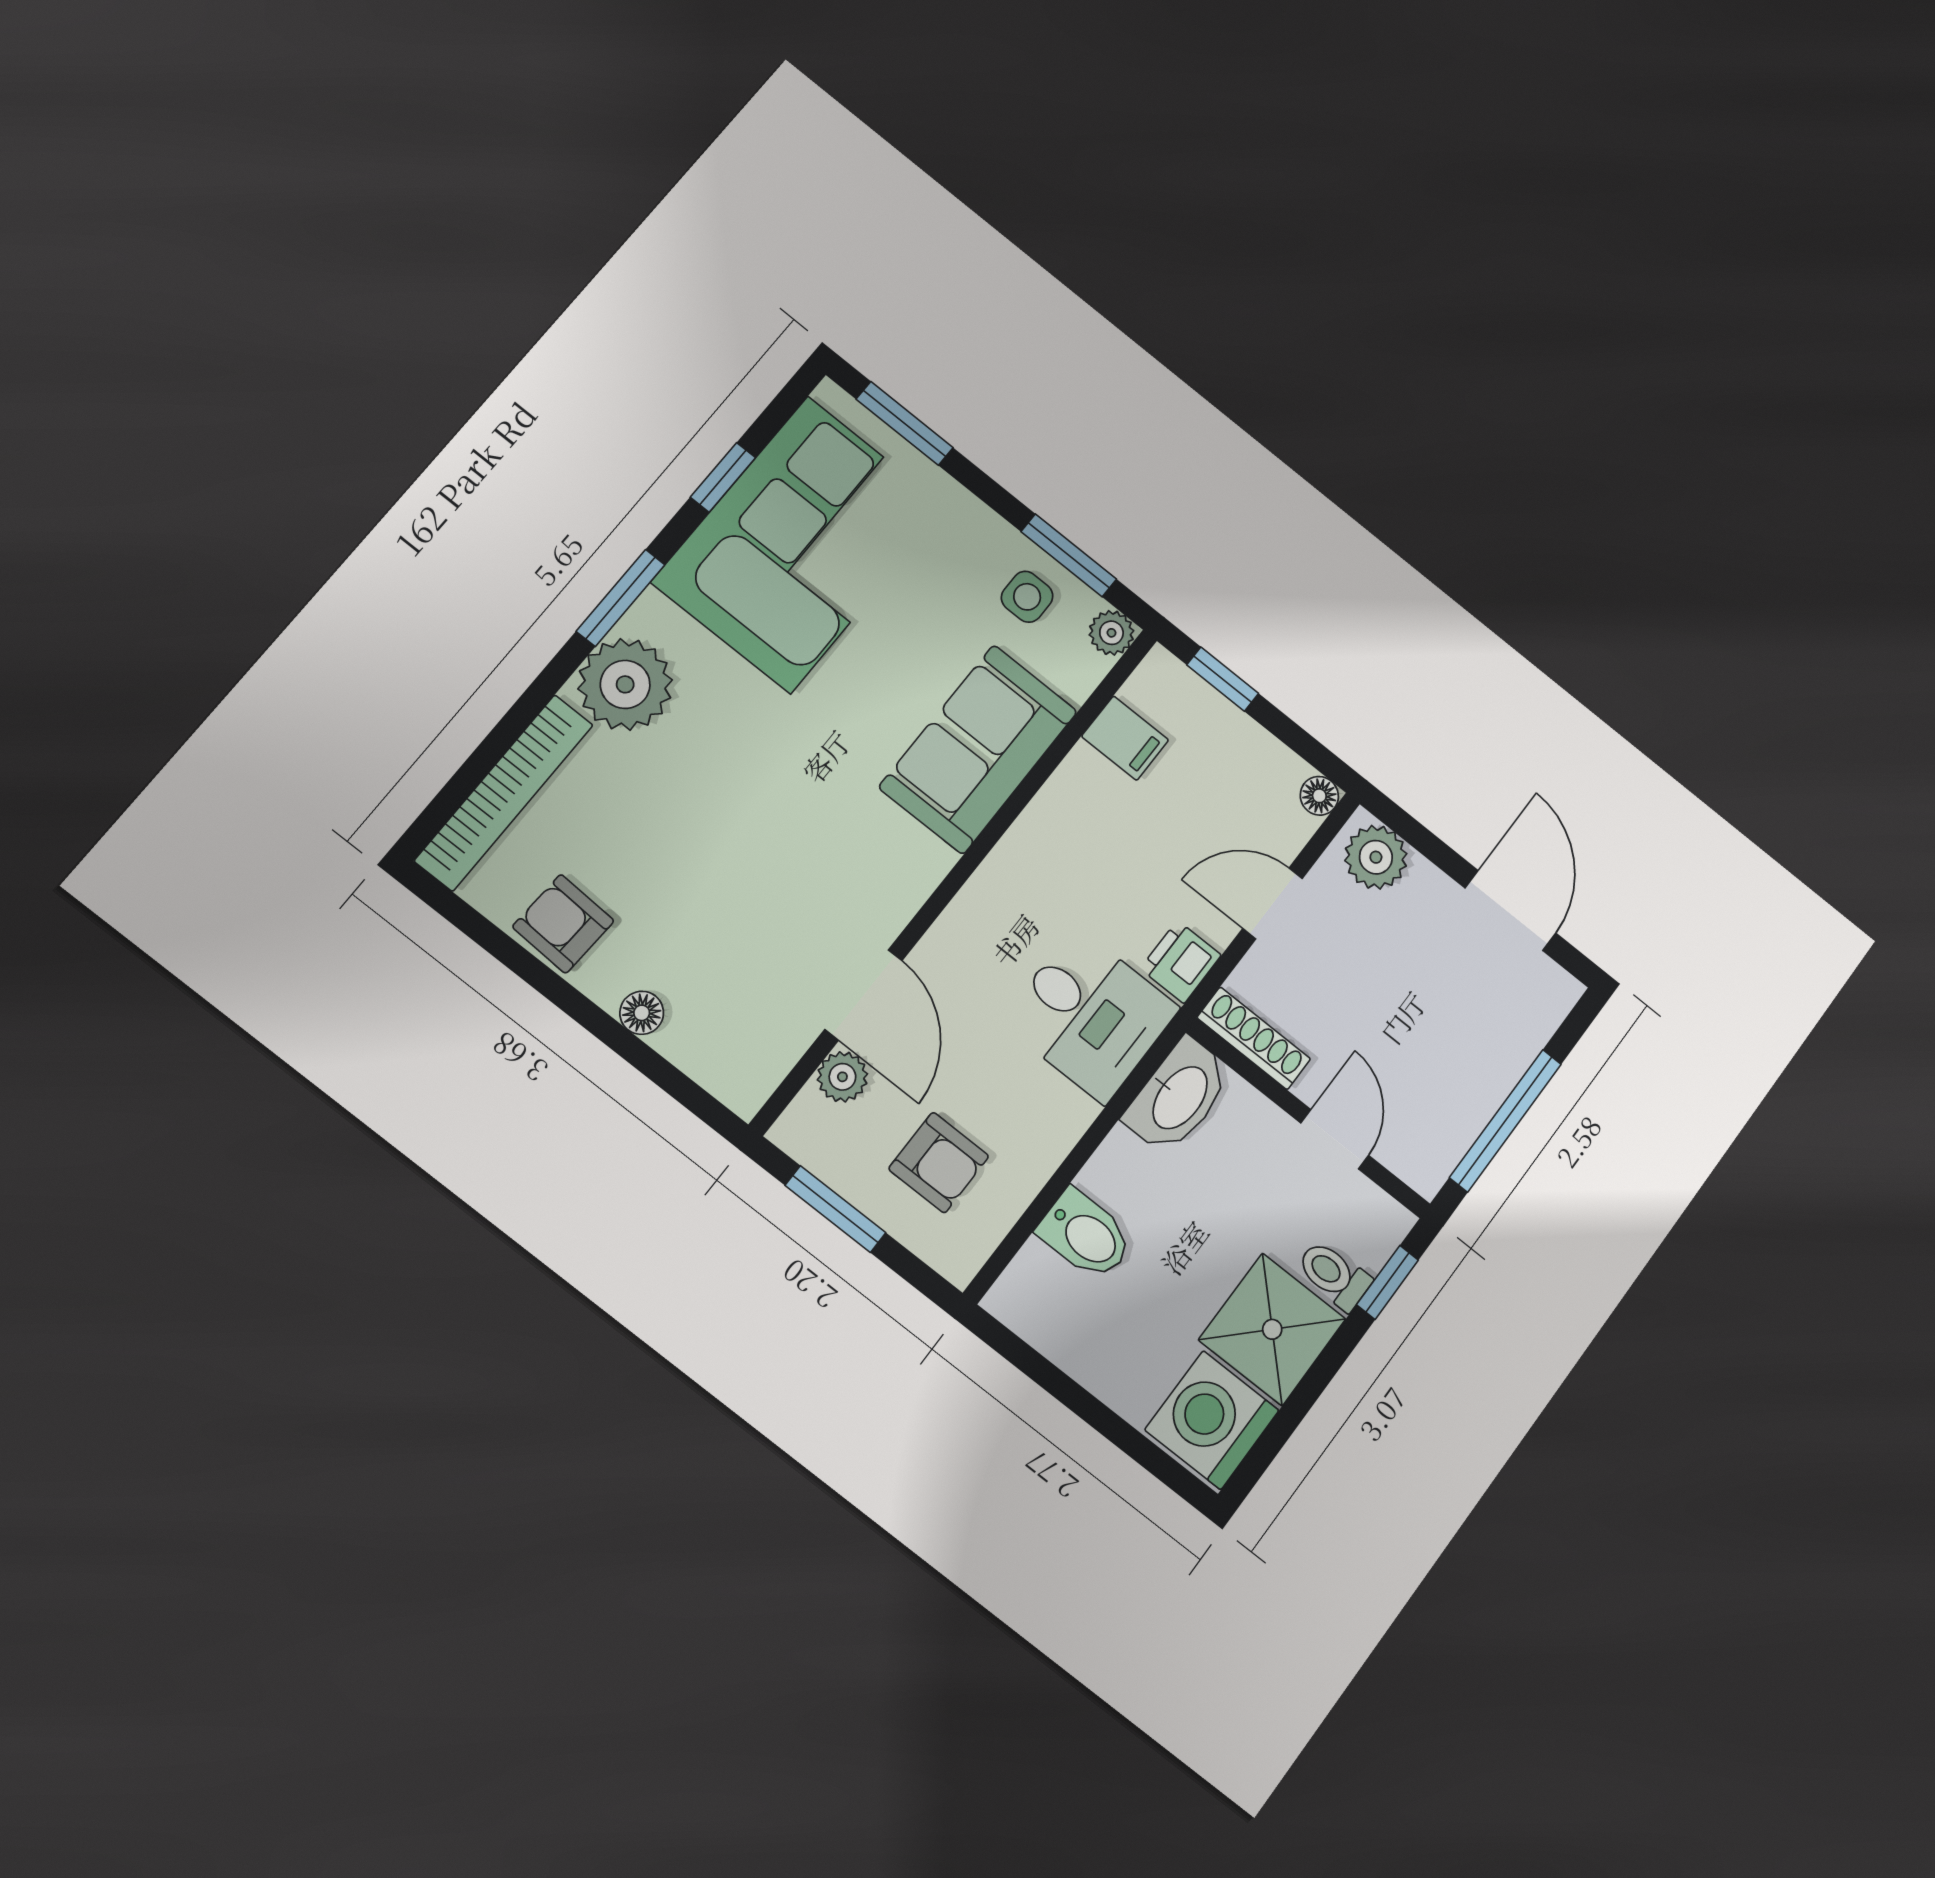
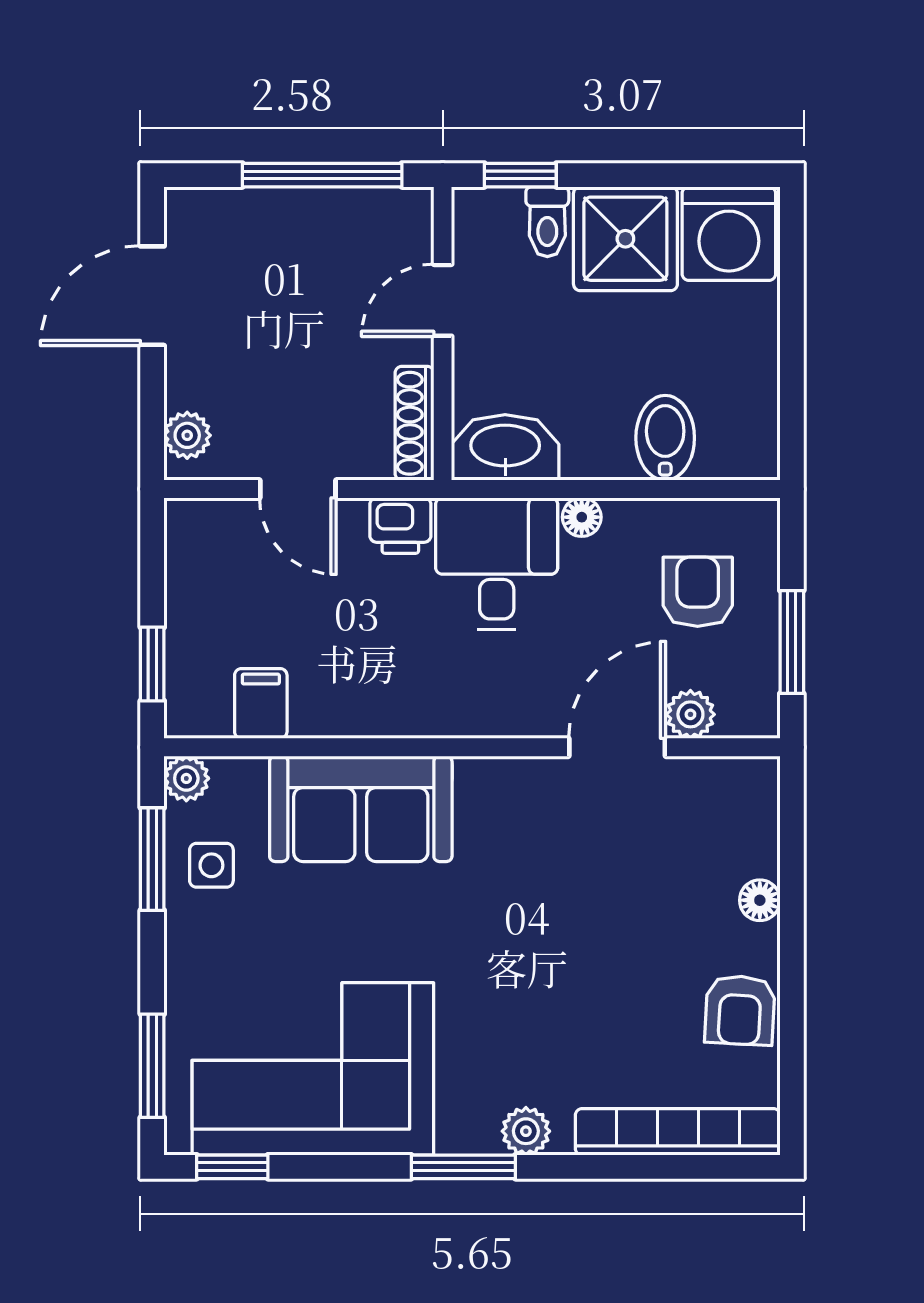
window: (723, 477) -> (232, 1167), moved
plant: (625, 684) -> (526, 1131), width x0.53, depth x0.53
floor lamp: (1319, 796) -> (582, 517), moved
plant: (1376, 857) -> (187, 435), width x0.73, depth x0.73

